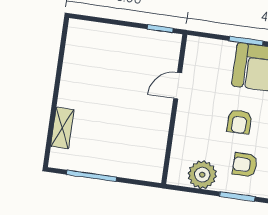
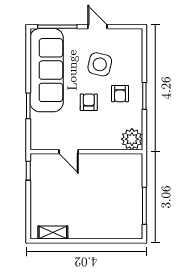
armchair: (239, 122) -> (89, 102), turned -90
shelving: (62, 128) -> (53, 232), moved
plant: (202, 175) -> (132, 139), moved

